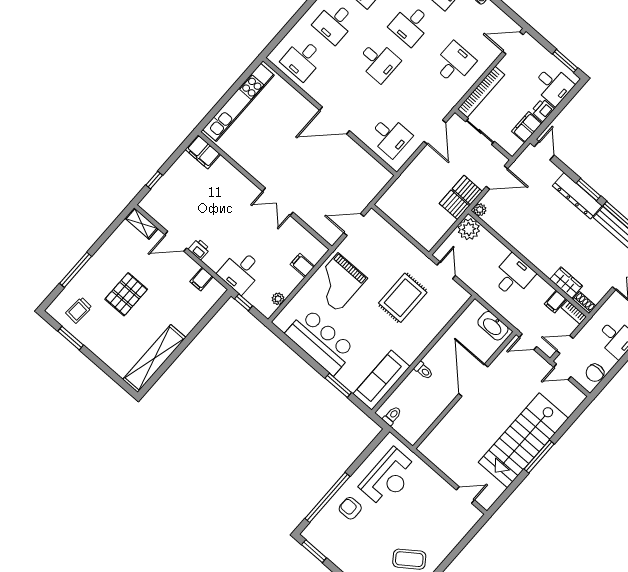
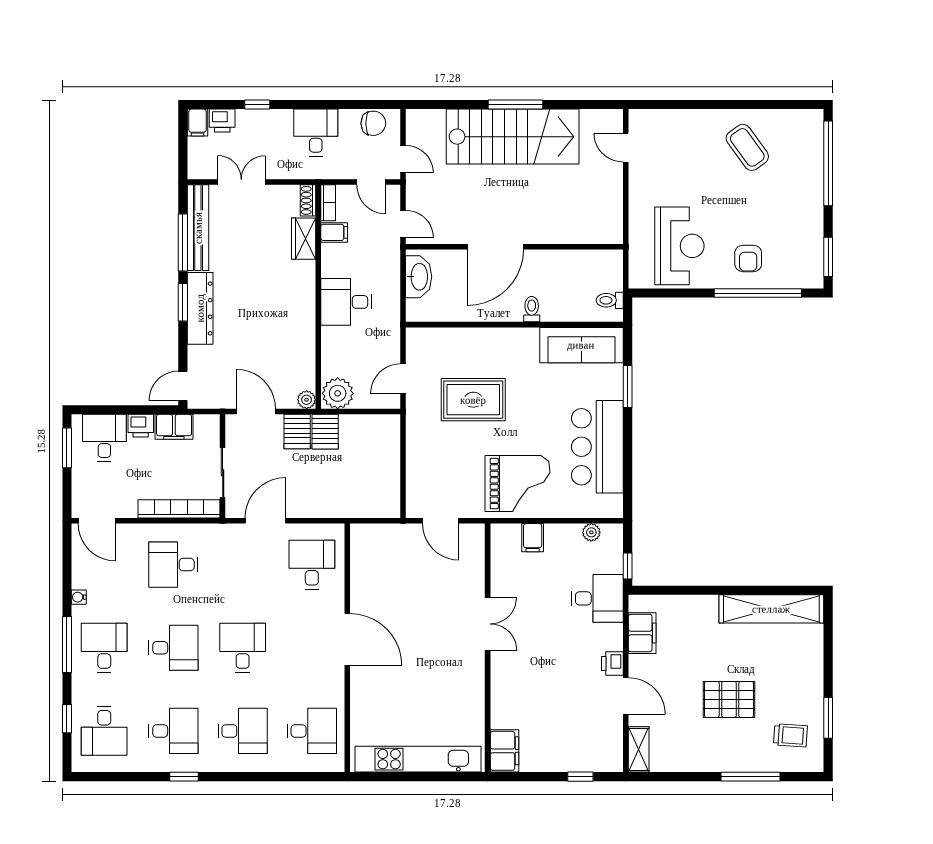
filing cabinet: (201, 279) -> (642, 633), width x2.00
reception desk: (389, 478) -> (679, 246), turned 90

